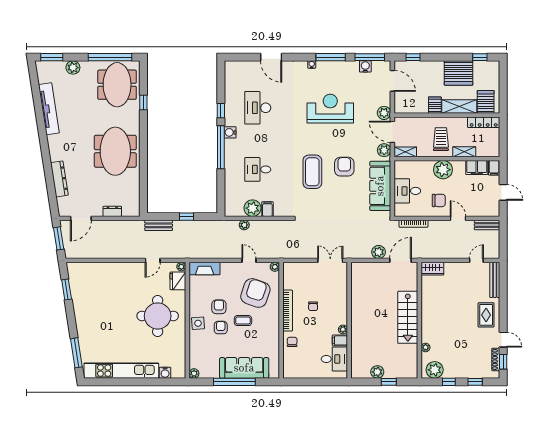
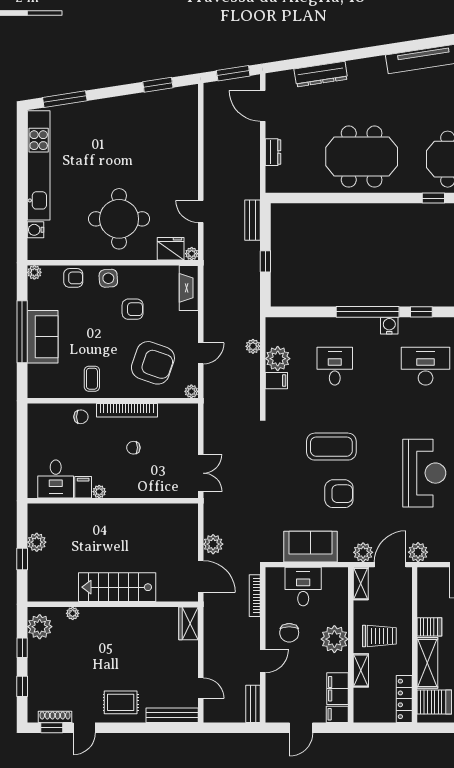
sofa: (380, 186) -> (311, 547), width x0.73
coffee table: (243, 321) -> (92, 379), moved
armchair: (221, 328) -> (73, 278), moved
sofa: (244, 368) -> (43, 337), width x0.73

